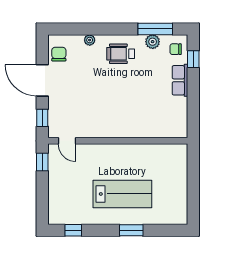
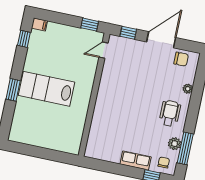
lab bench: (122, 194) -> (47, 89), turned 90
filing cabinet: (54, 217) -> (39, 24), added

